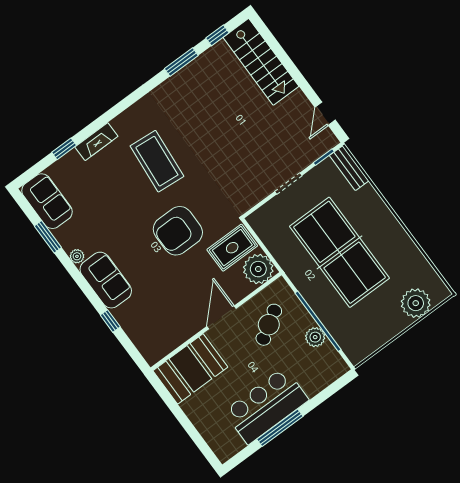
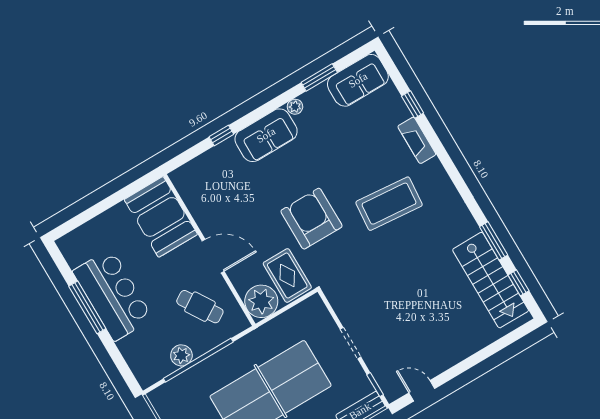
stairs: (261, 62) -> (491, 280), moved, turned -90

